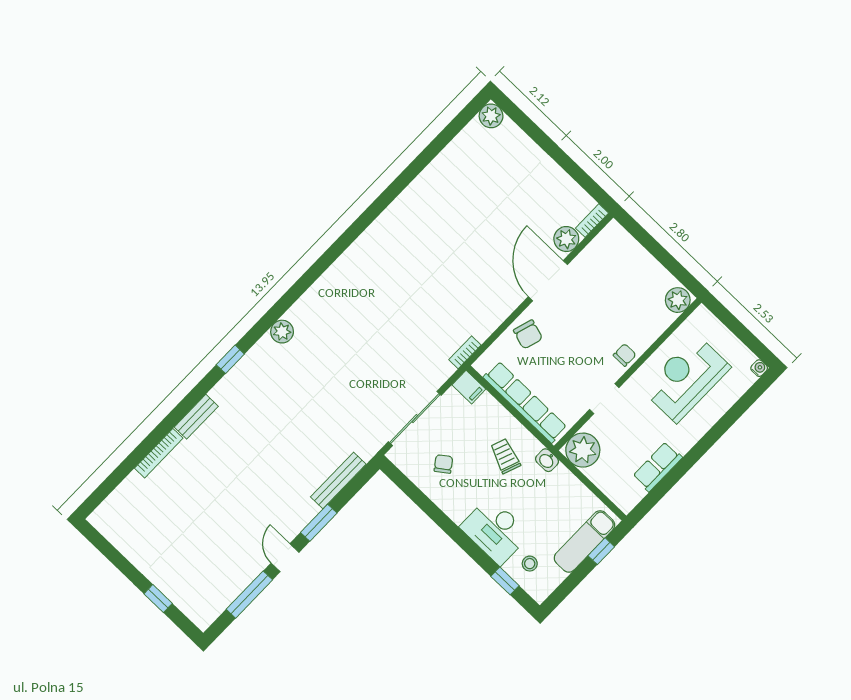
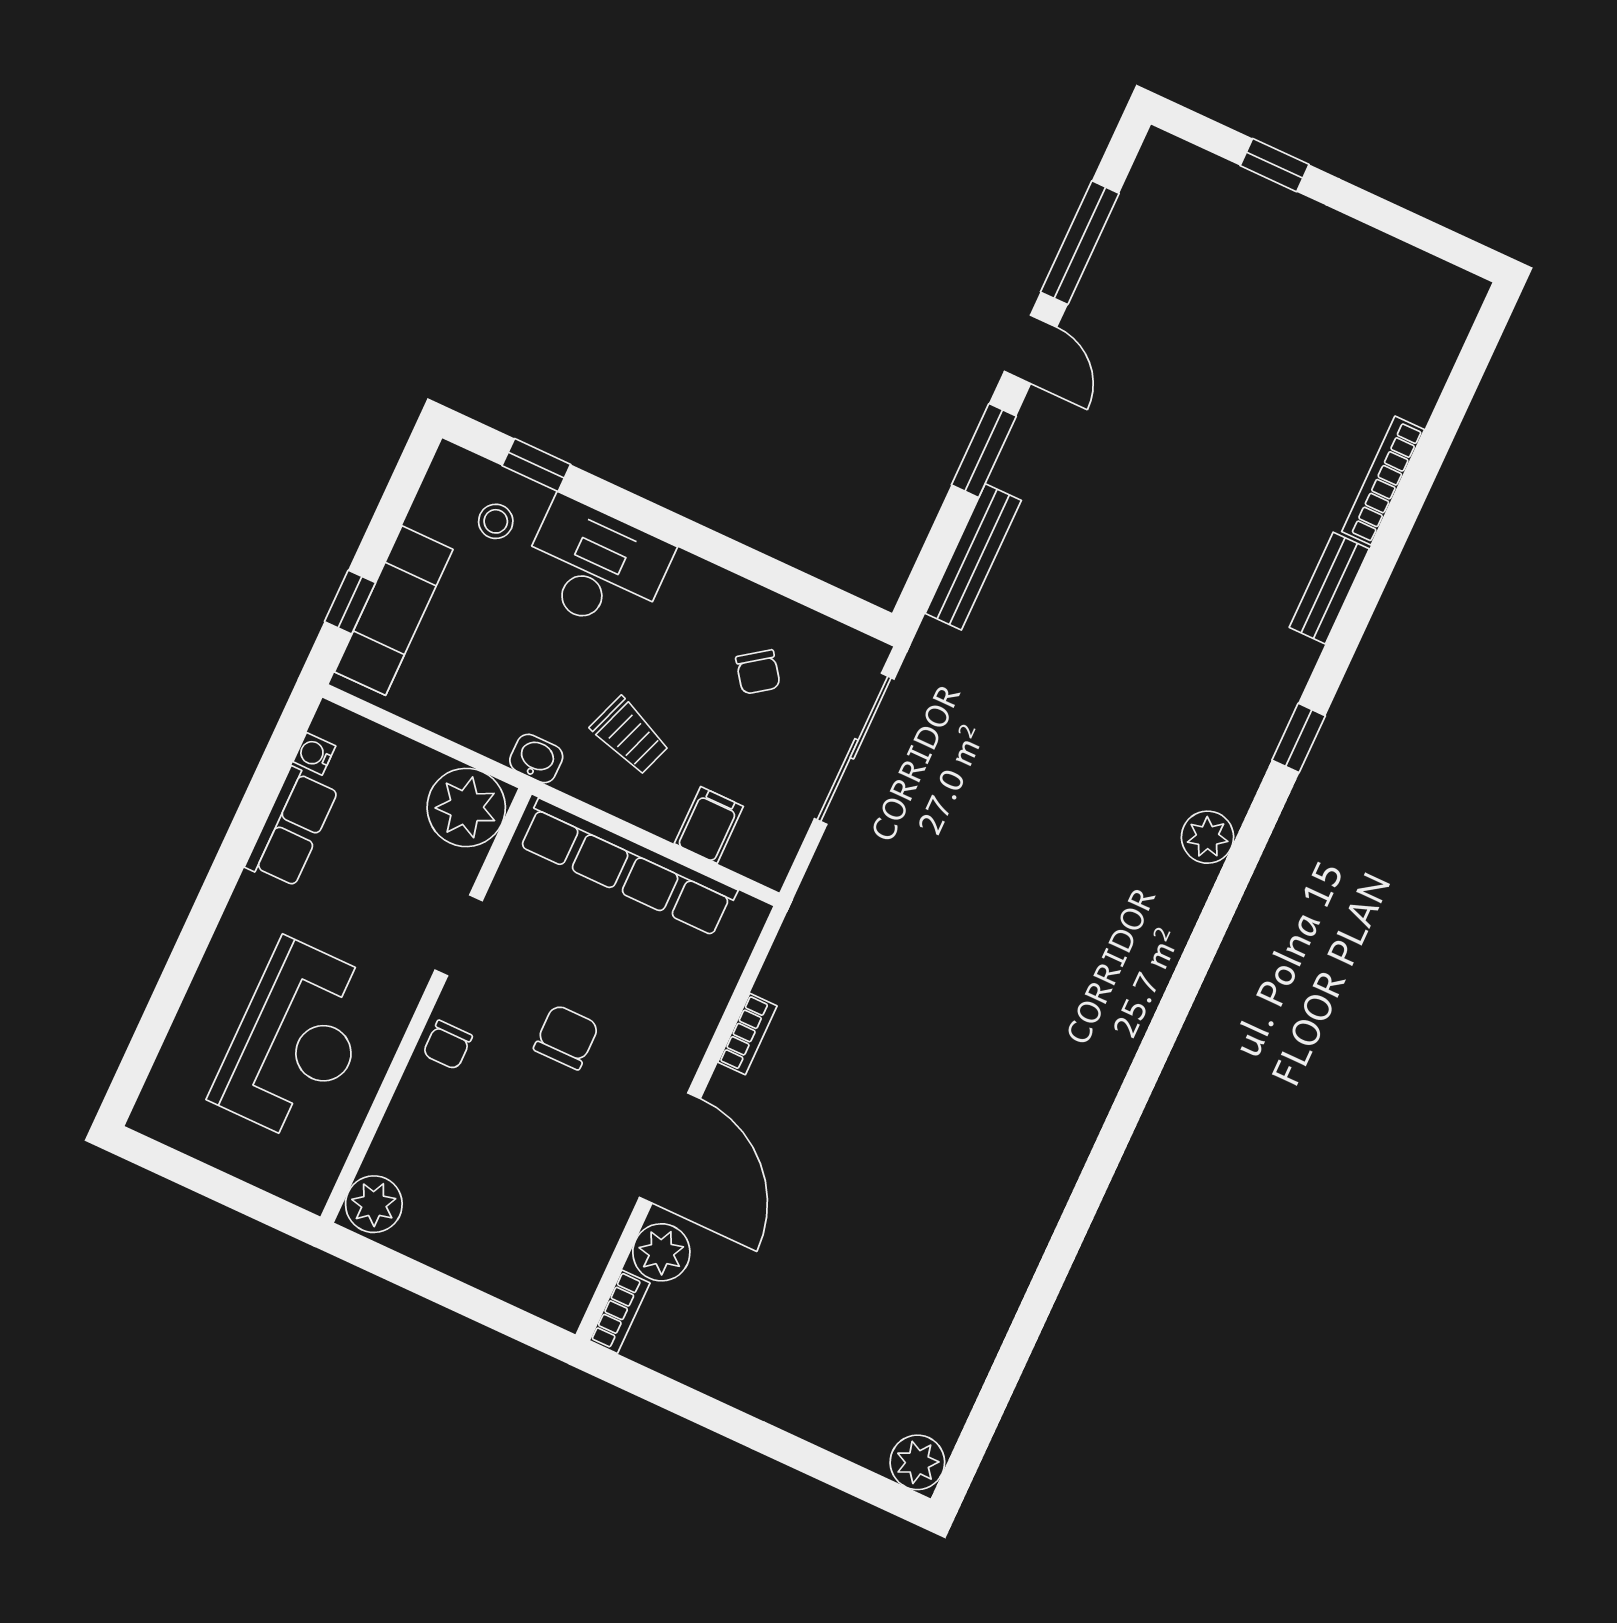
chair: (528, 334) -> (566, 1037), moved, turned 73
bookcase: (465, 352) -> (747, 1034), moved
water cooler: (759, 368) -> (314, 754), moved, turned 90
filing cabinet: (469, 387) -> (709, 825), moved, turned 90

